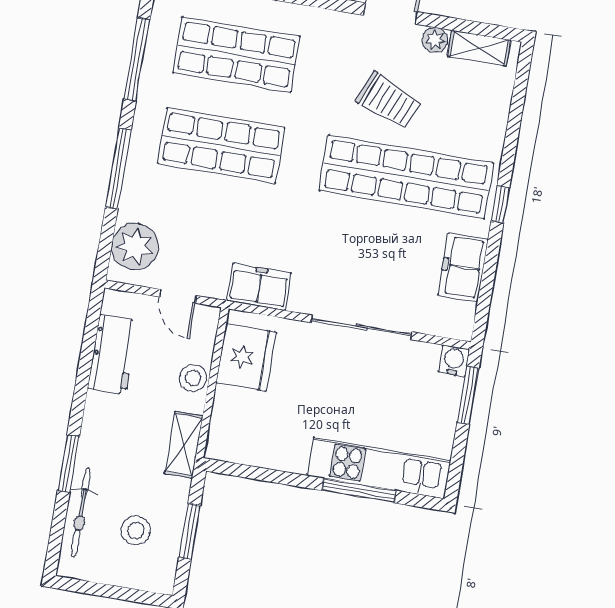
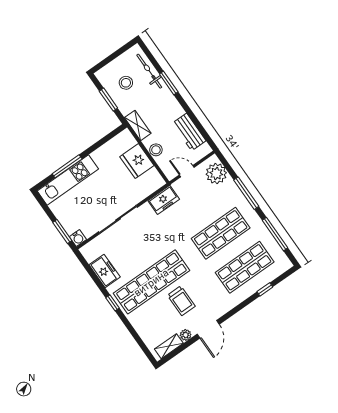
trolley: (389, 101) -> (181, 301), turned -112
fridge: (246, 357) -> (137, 161), moved

